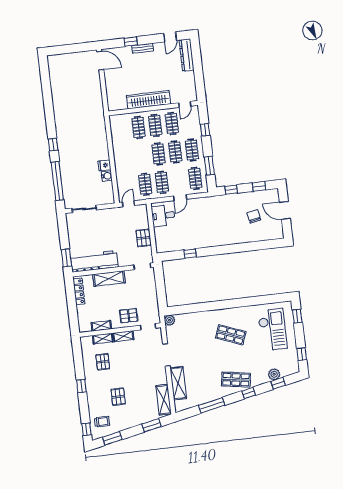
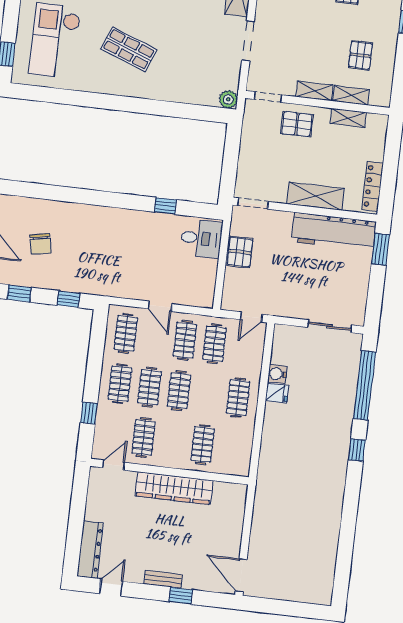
clothes rail: (155, 125) -> (238, 398), moved
window: (209, 166) -> (96, 349), removed
door: (180, 198) -> (160, 306), swing flipped
desk: (163, 216) -> (201, 238), moved

